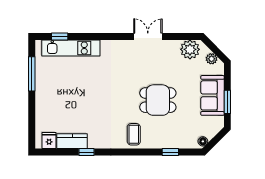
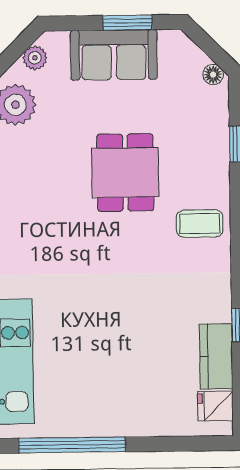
window: (32, 74) -> (72, 445), width x1.46

